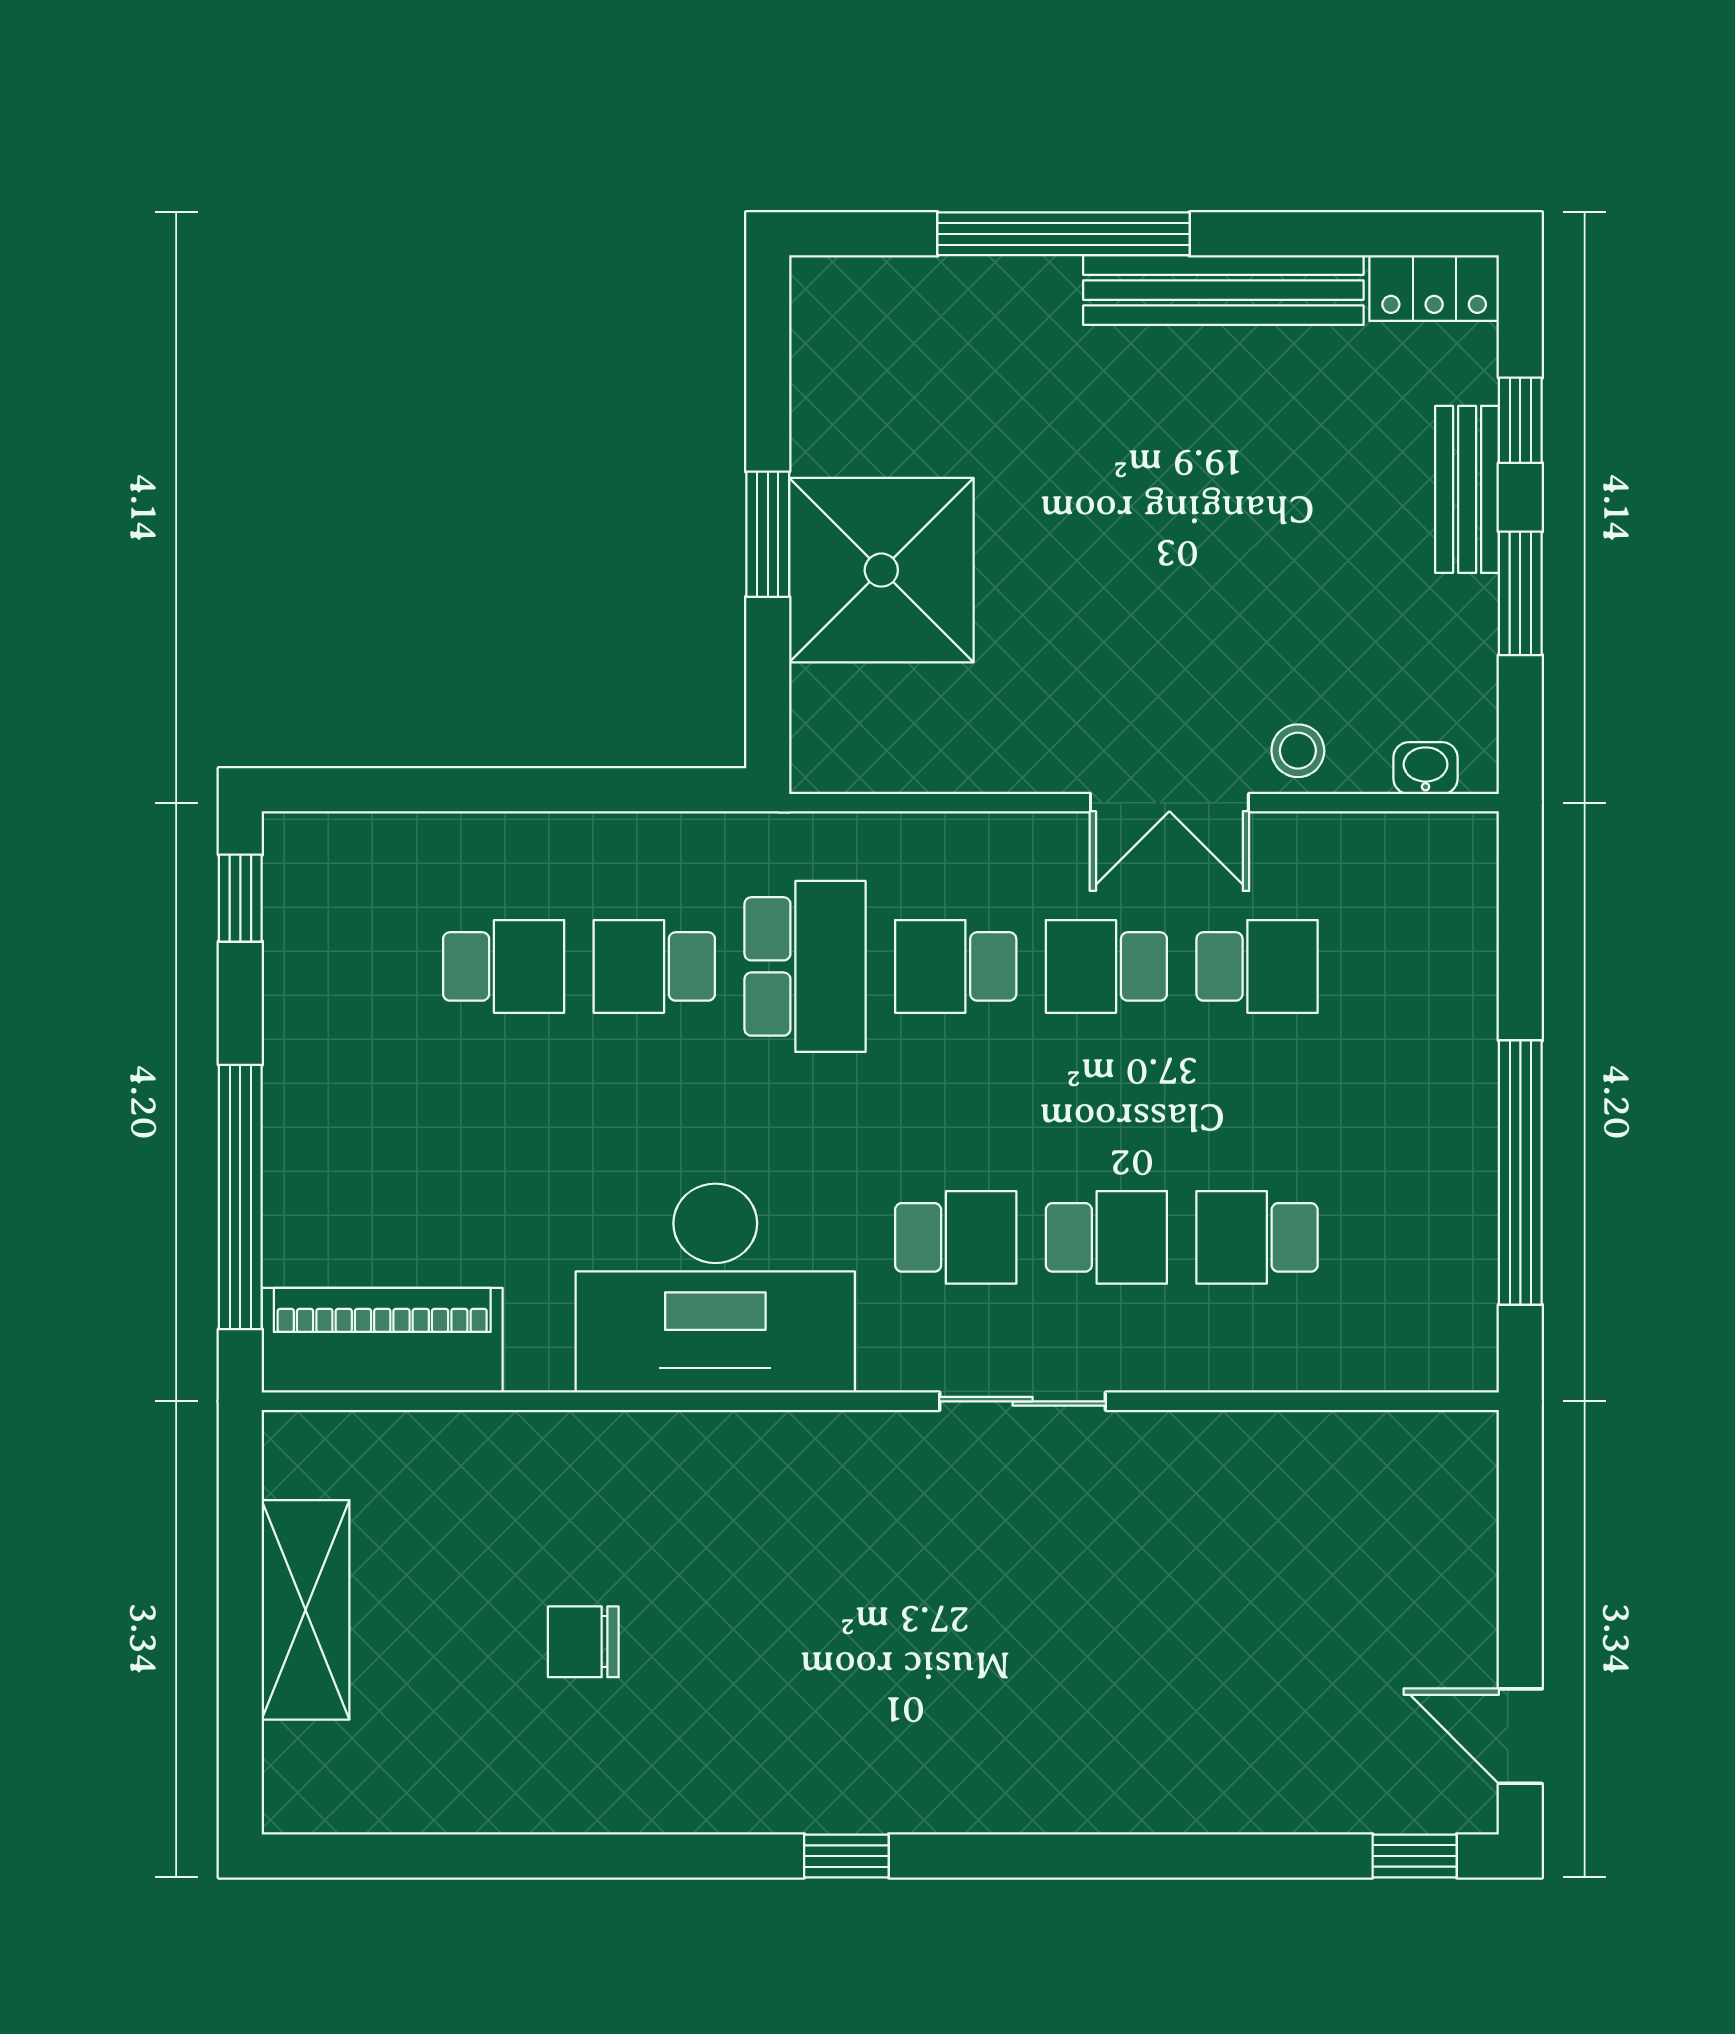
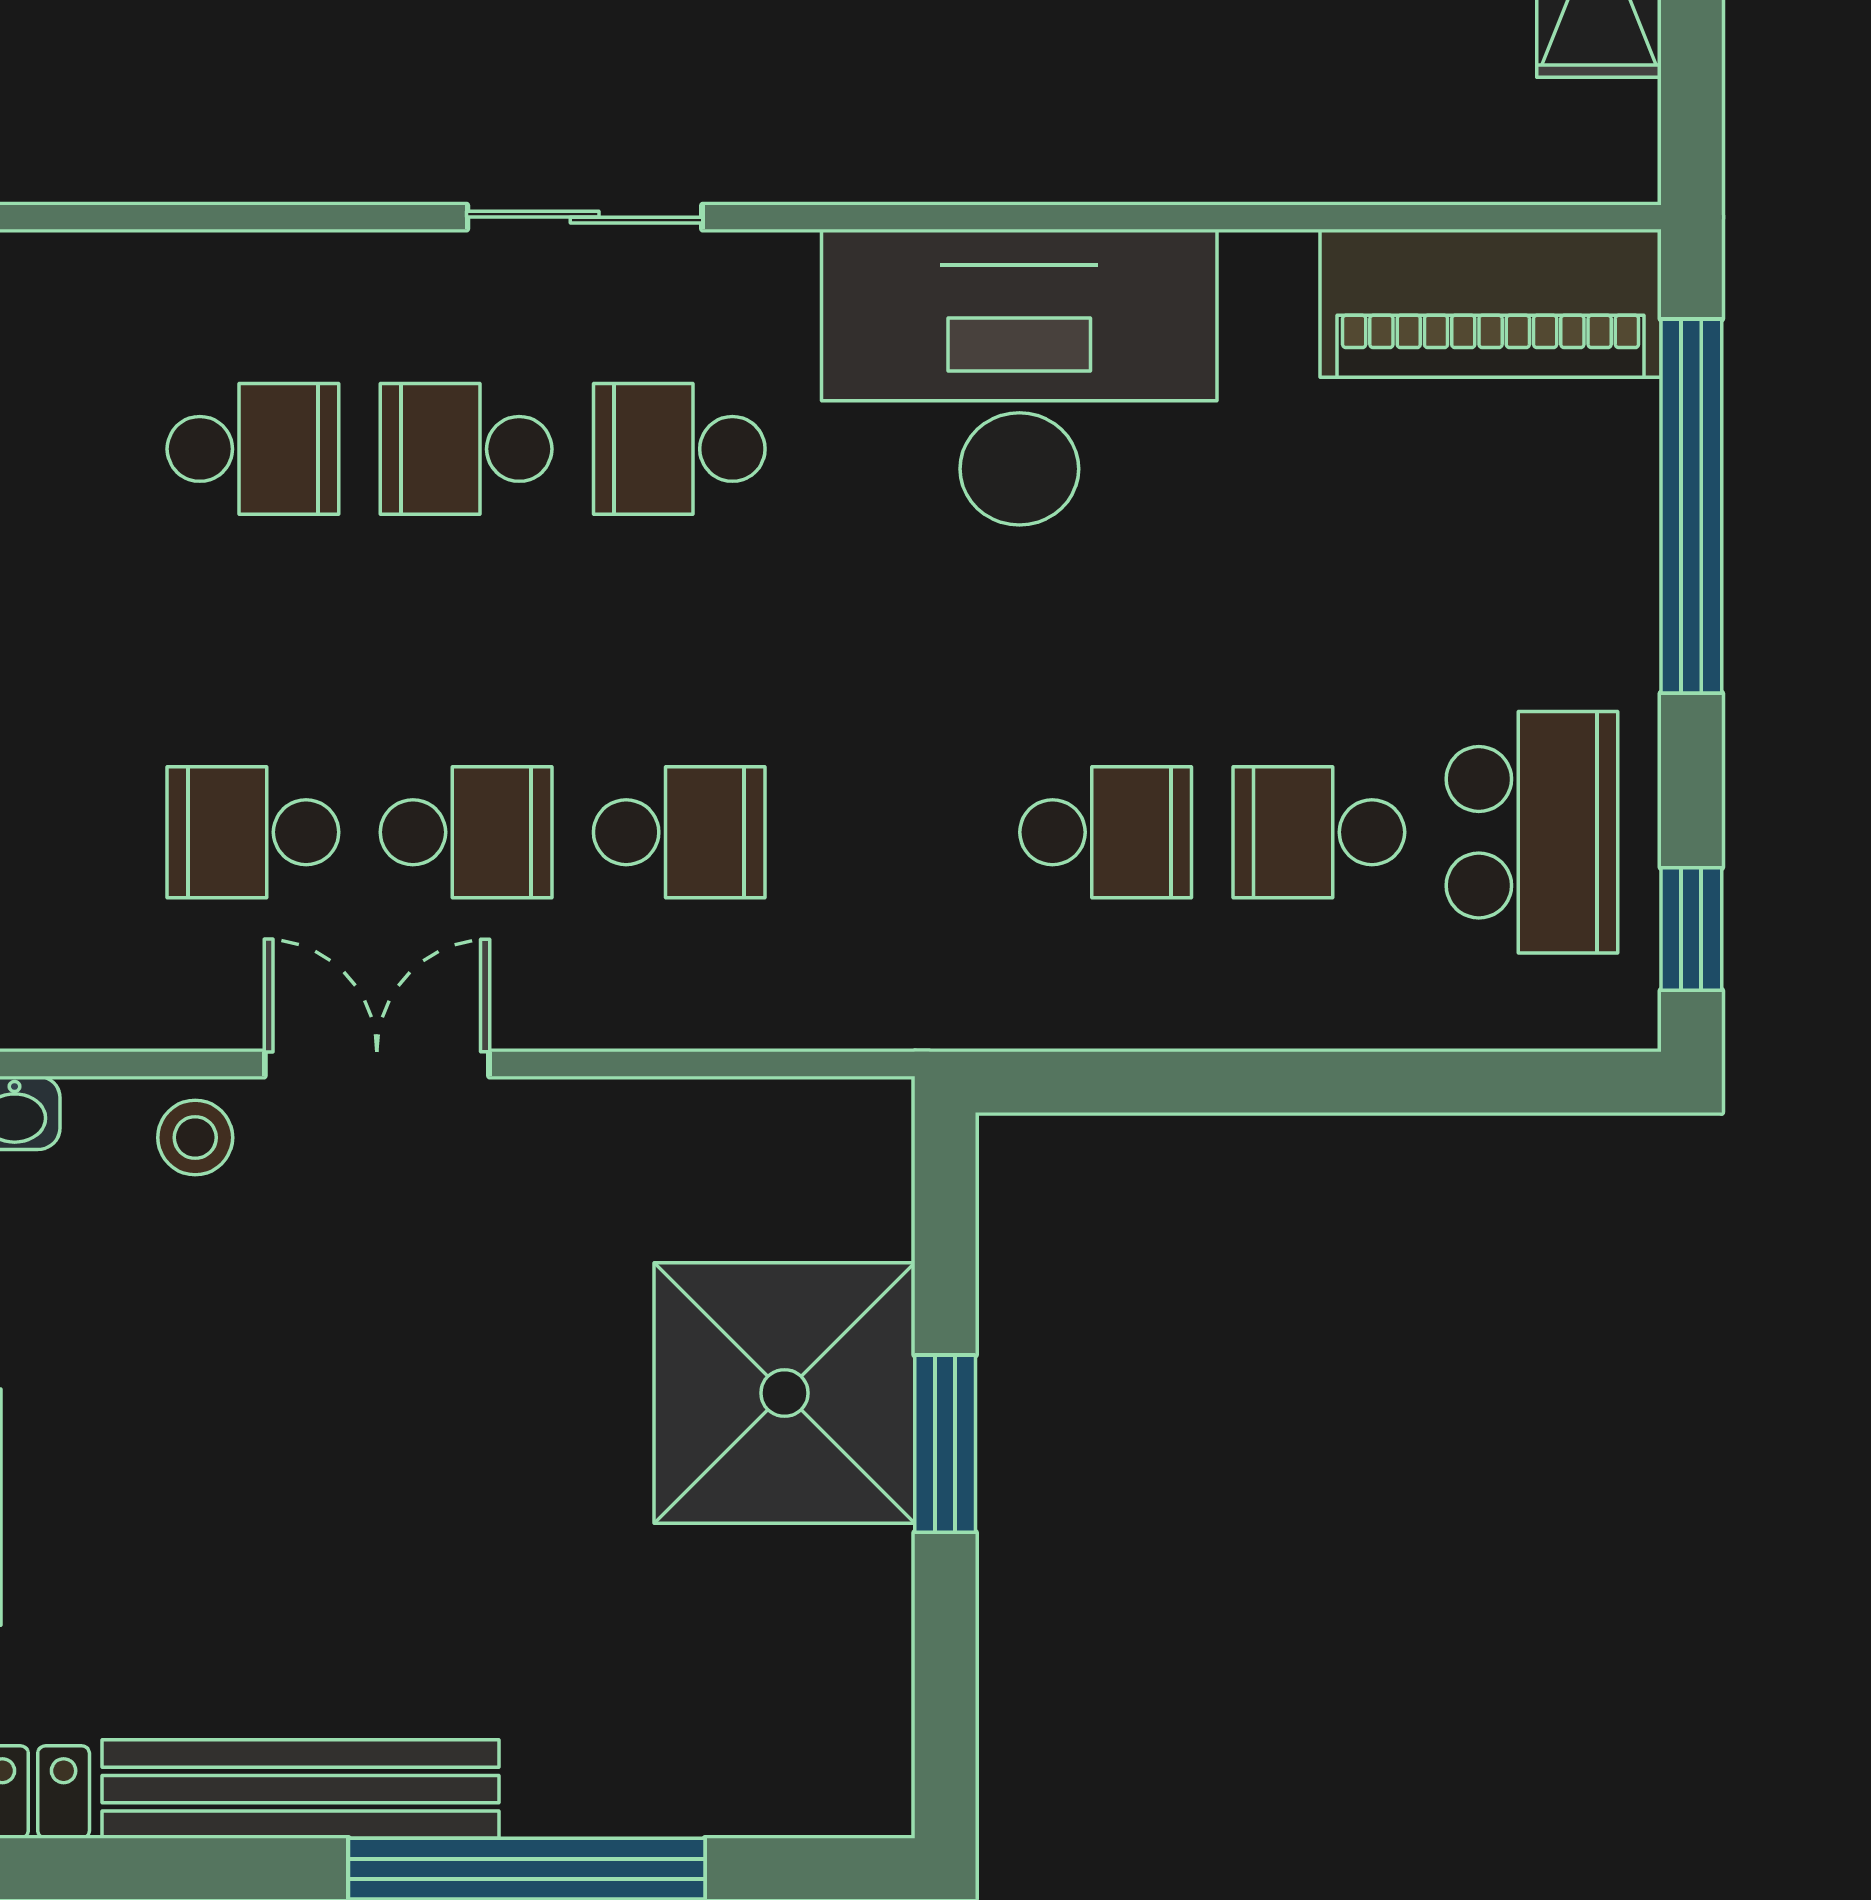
school desk: (805, 966) -> (1532, 832), moved, turned 180

